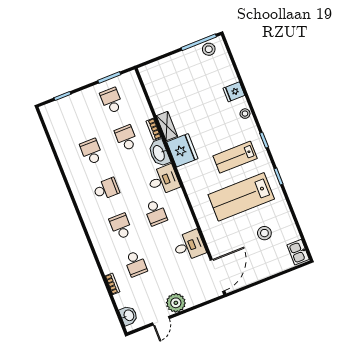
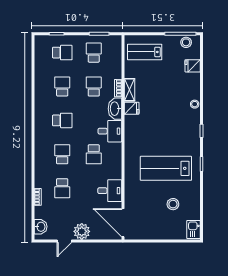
fridge: (234, 92) -> (193, 66), moved
school desk: (77, 114) -> (62, 53), added
fridge: (182, 150) -> (132, 108), width x0.53, depth x0.75
lab bench: (235, 157) -> (145, 52), moved
door: (217, 275) -> (123, 223), swing flipped

